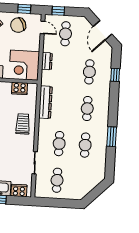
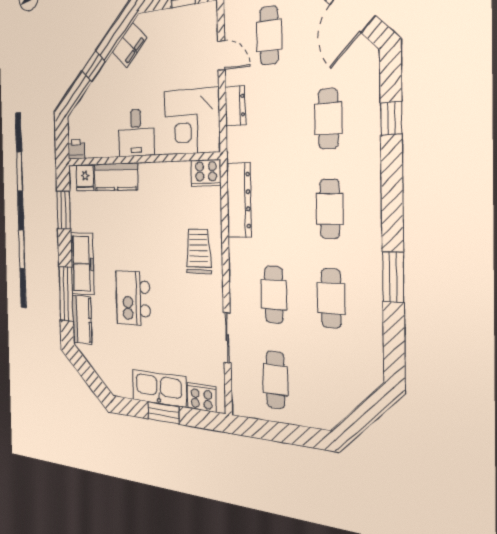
chair: (18, 25) -> (175, 35), removed
door: (42, 27) -> (221, 55), moved
cooker: (20, 88) -> (206, 173), moved

